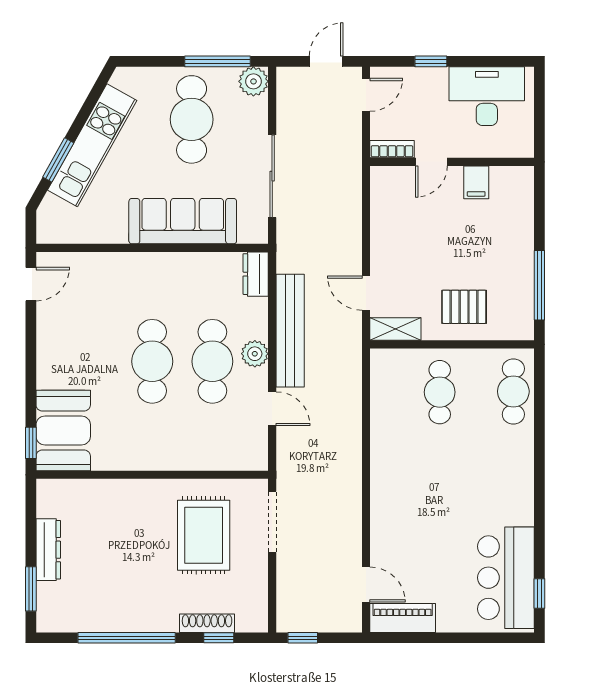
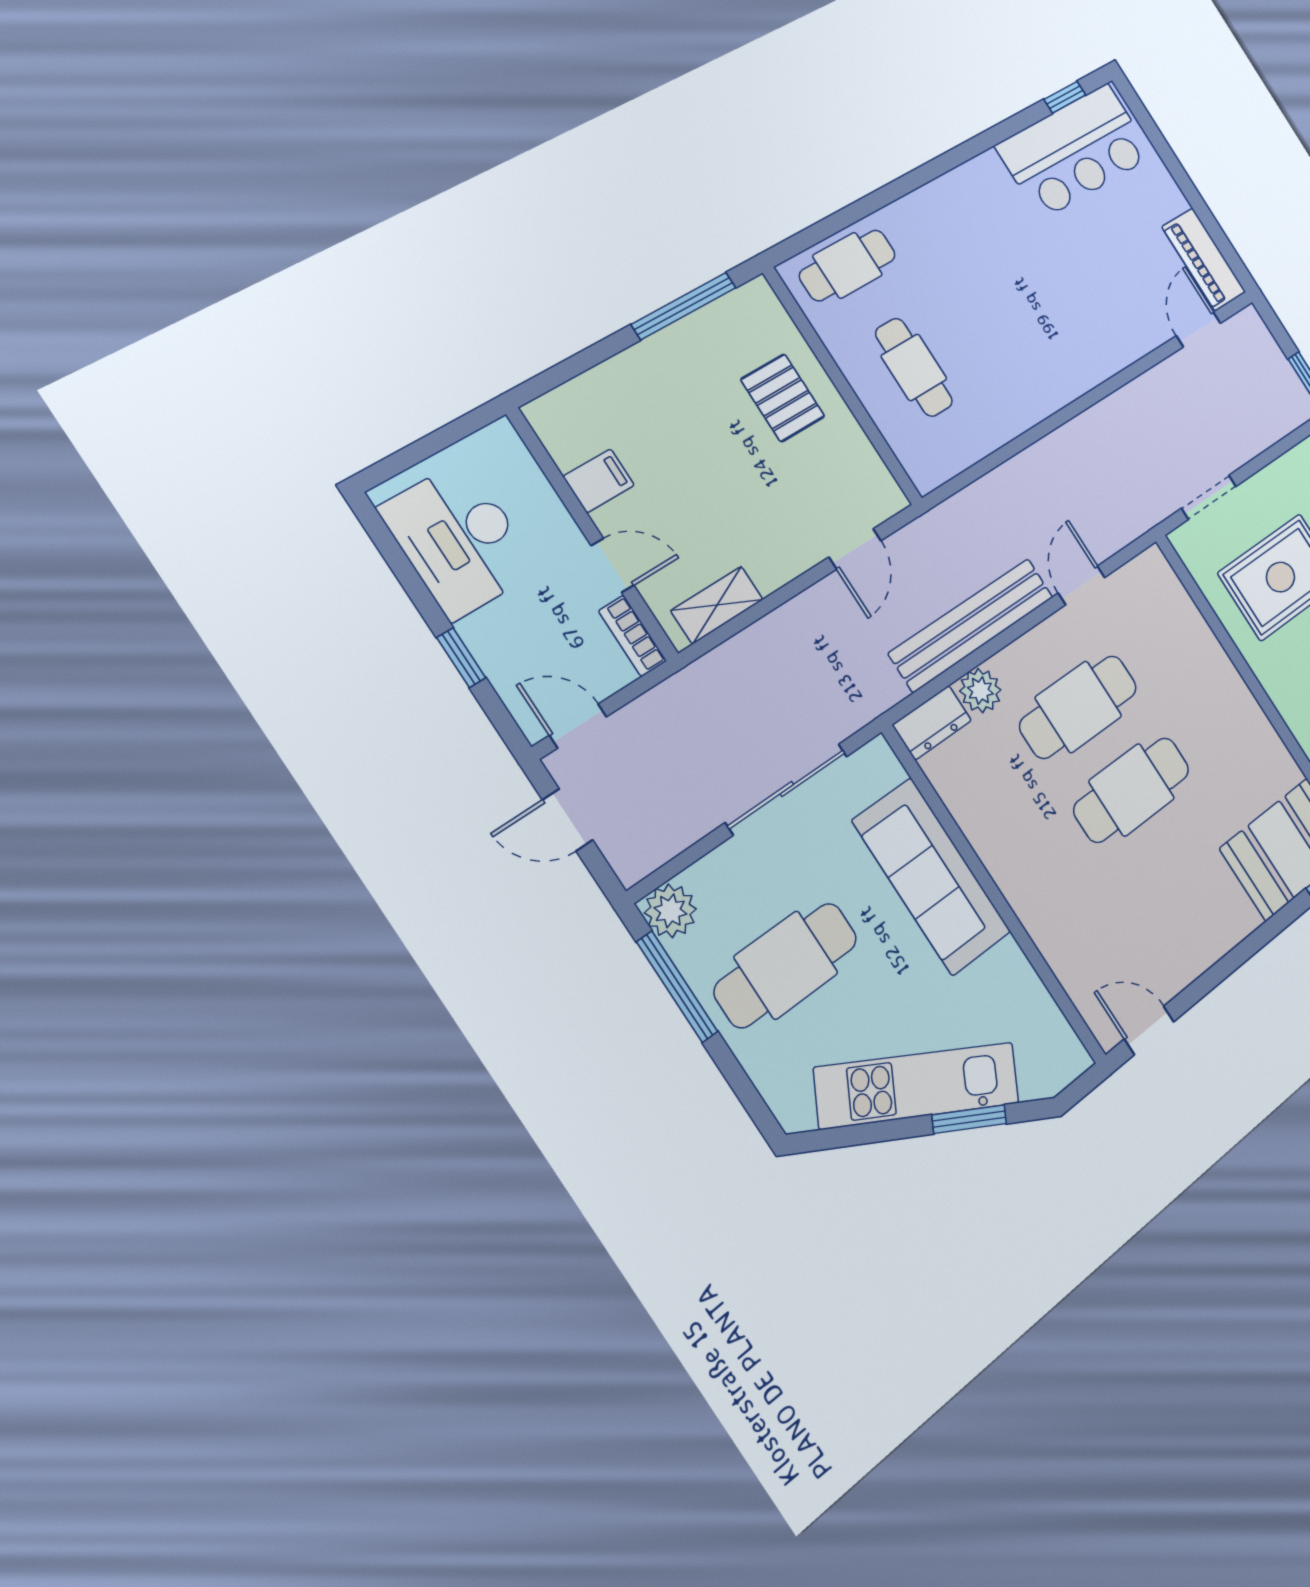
shelving: (395, 329) -> (717, 605), moved, turned 90
plant: (255, 354) -> (980, 691), moved
cafe table: (440, 392) -> (914, 367), turned 90
doorway: (272, 522) -> (1209, 497), width x0.73

